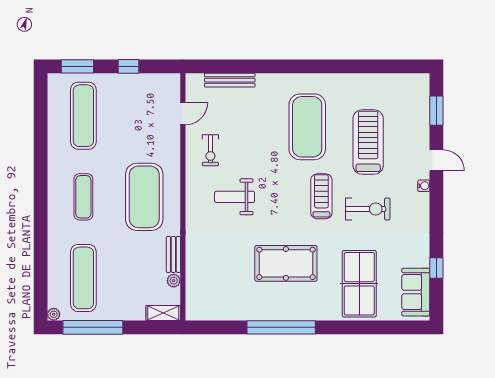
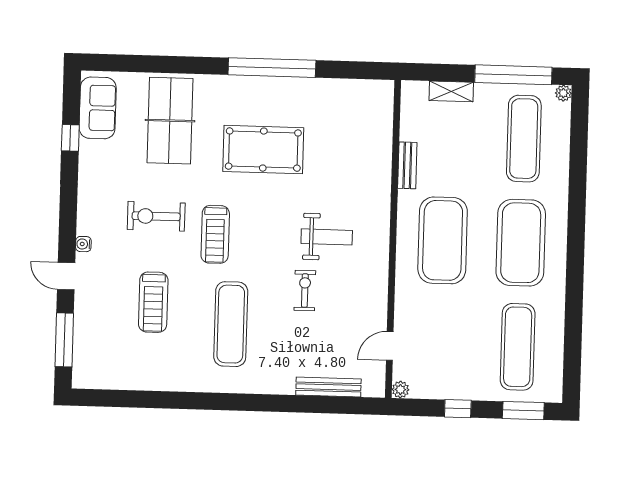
window: (436, 111) -> (64, 340), width x1.44
exercise mat: (307, 127) -> (231, 324), width x0.68
treadmill: (368, 142) -> (153, 302), width x0.73, depth x0.73
exercise bike: (210, 150) -> (305, 291), moved
exercise mat: (83, 197) -> (521, 243), width x2.00, depth x1.45
plant: (174, 281) -> (400, 390), moved
shelving: (163, 313) -> (451, 91), moved

